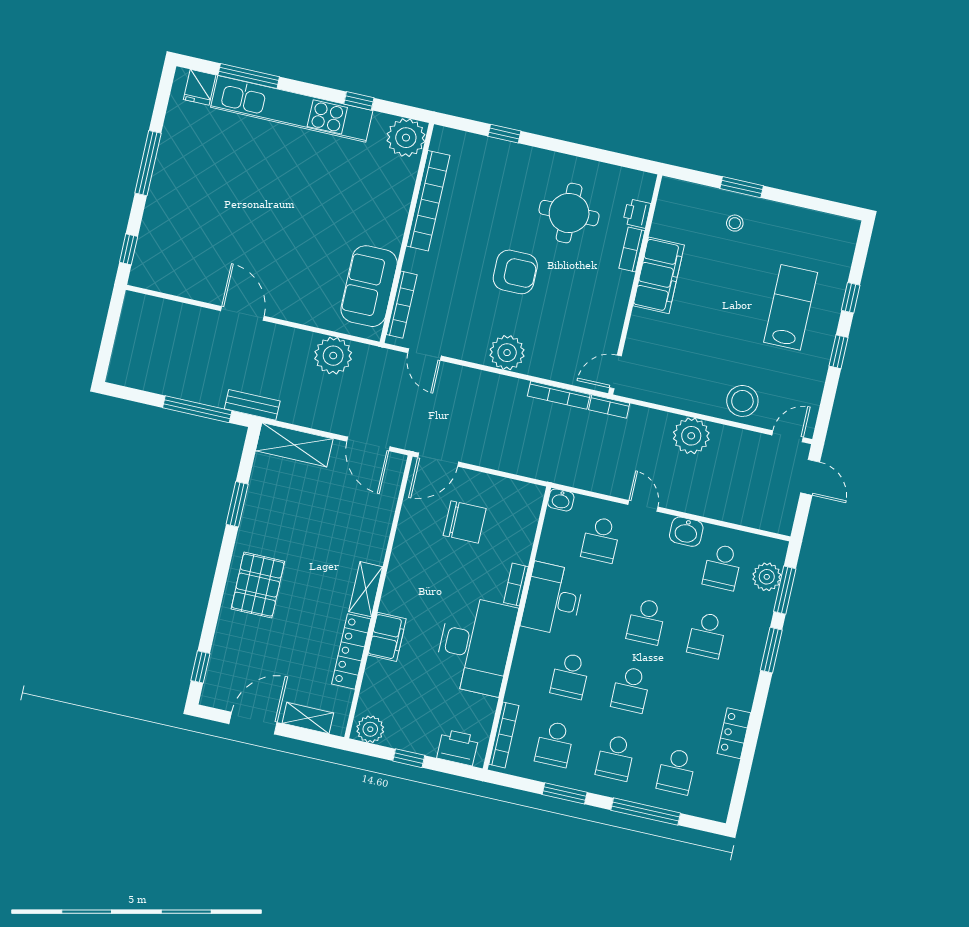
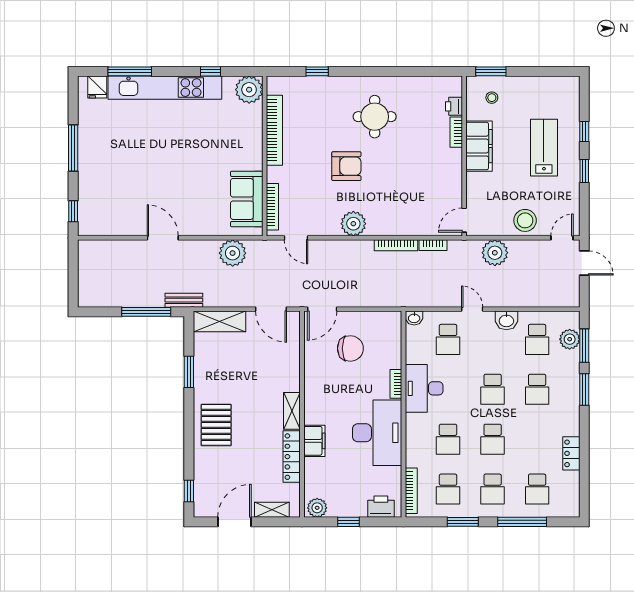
printer: (637, 213) -> (454, 106), moved
bookcase: (632, 249) -> (456, 132), moved
filing cabinet: (659, 275) -> (479, 146), moved
wall: (635, 284) -> (464, 156), moved
door: (616, 372) -> (464, 220), moved

